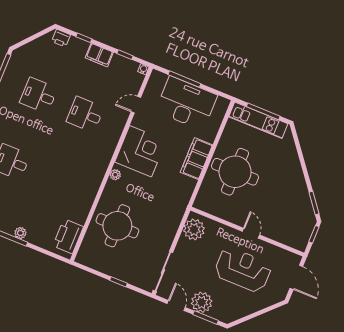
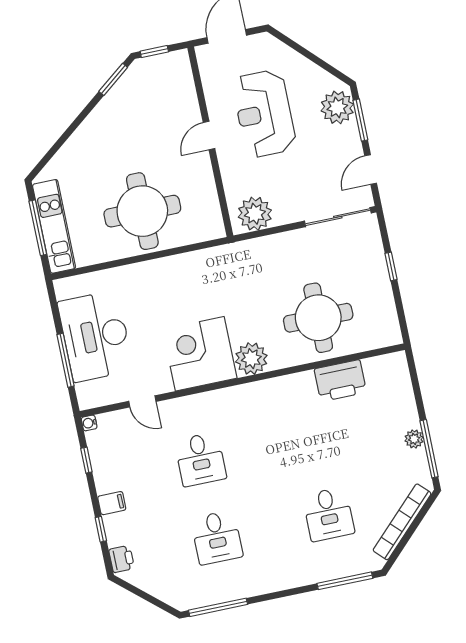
filing cabinet: (99, 55) -> (112, 503), width x0.50
filing cabinet: (196, 159) -> (159, 274), removed
plant: (115, 175) -> (251, 359), width x1.88, depth x1.88
printer: (68, 236) -> (340, 381), moved
plant: (202, 302) -> (337, 107), moved

